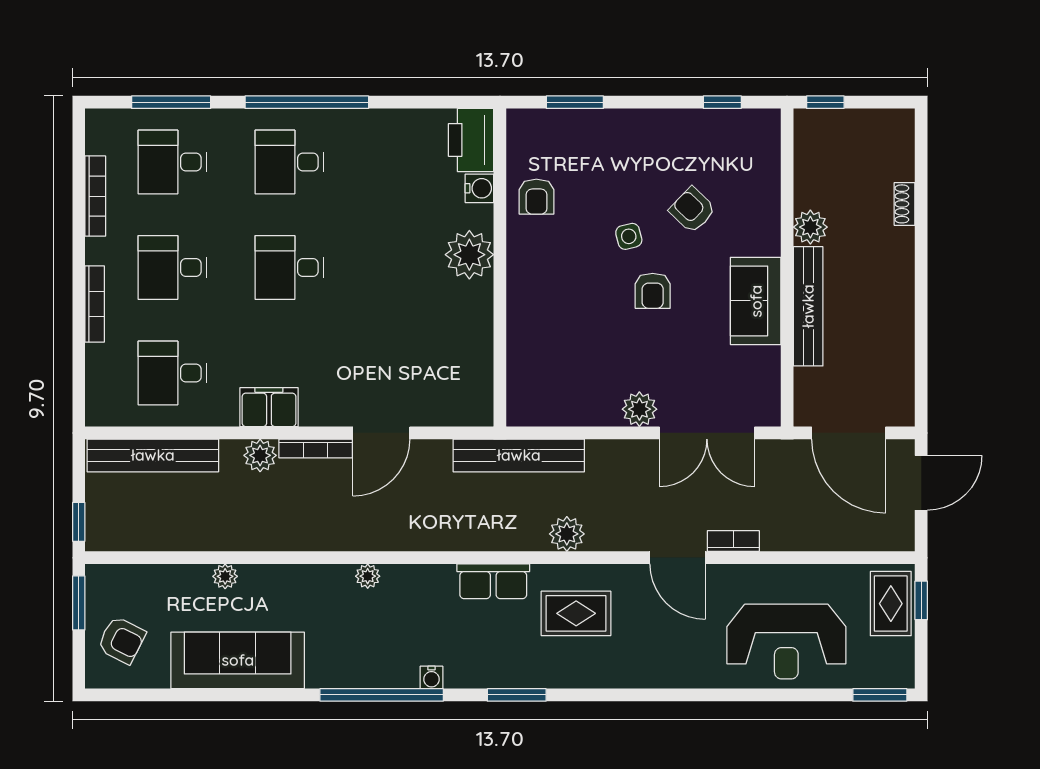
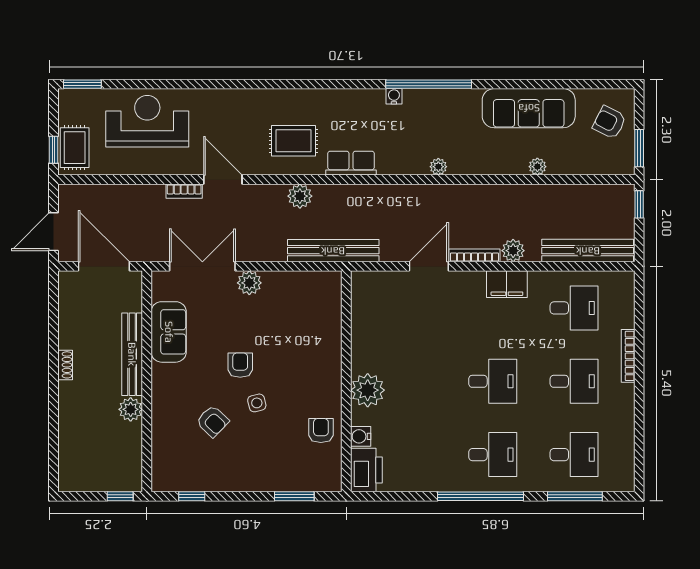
bookcase: (95, 196) -> (628, 431), removed
shoe rack: (905, 204) -> (65, 365), moved
sofa: (756, 301) -> (169, 332), moved
window: (517, 695) -> (335, 84), removed

